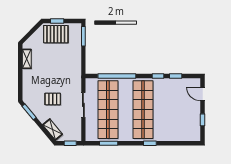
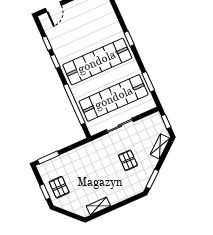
pallet: (56, 34) -> (59, 187), width x0.67, depth x0.71

